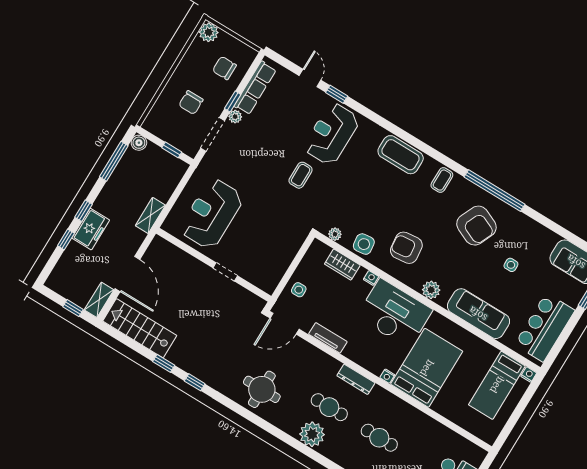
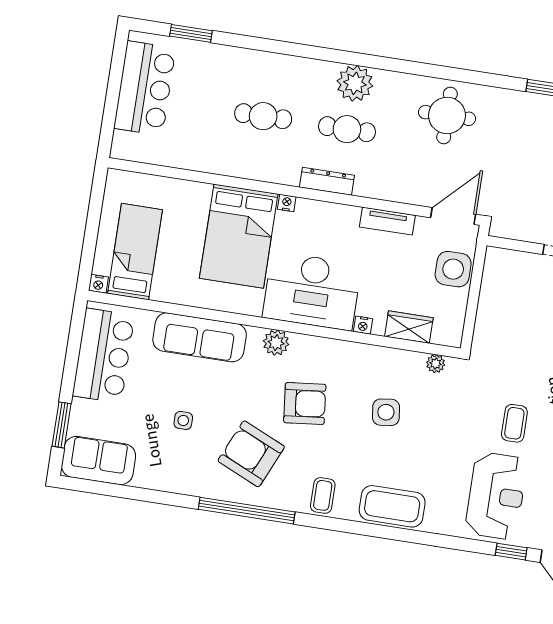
side table: (364, 244) -> (386, 412), moved
armchair: (406, 248) -> (305, 403), moved
side table: (299, 290) -> (453, 269), width x1.87, depth x1.87

